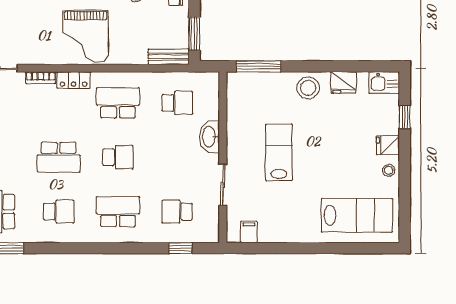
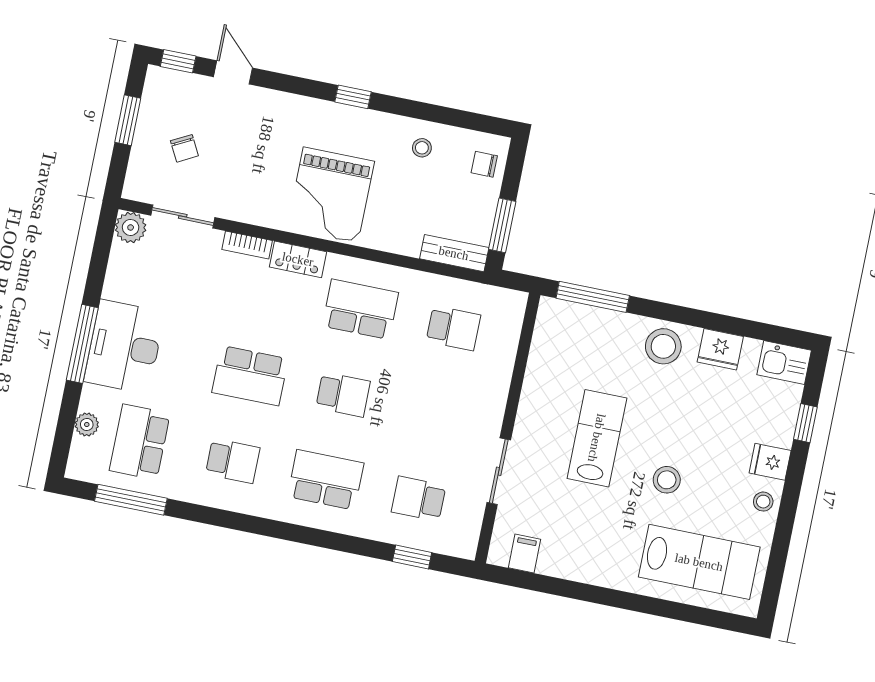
washbasin: (209, 137) -> (493, 392), removed
stool: (327, 169) -> (667, 480), added

